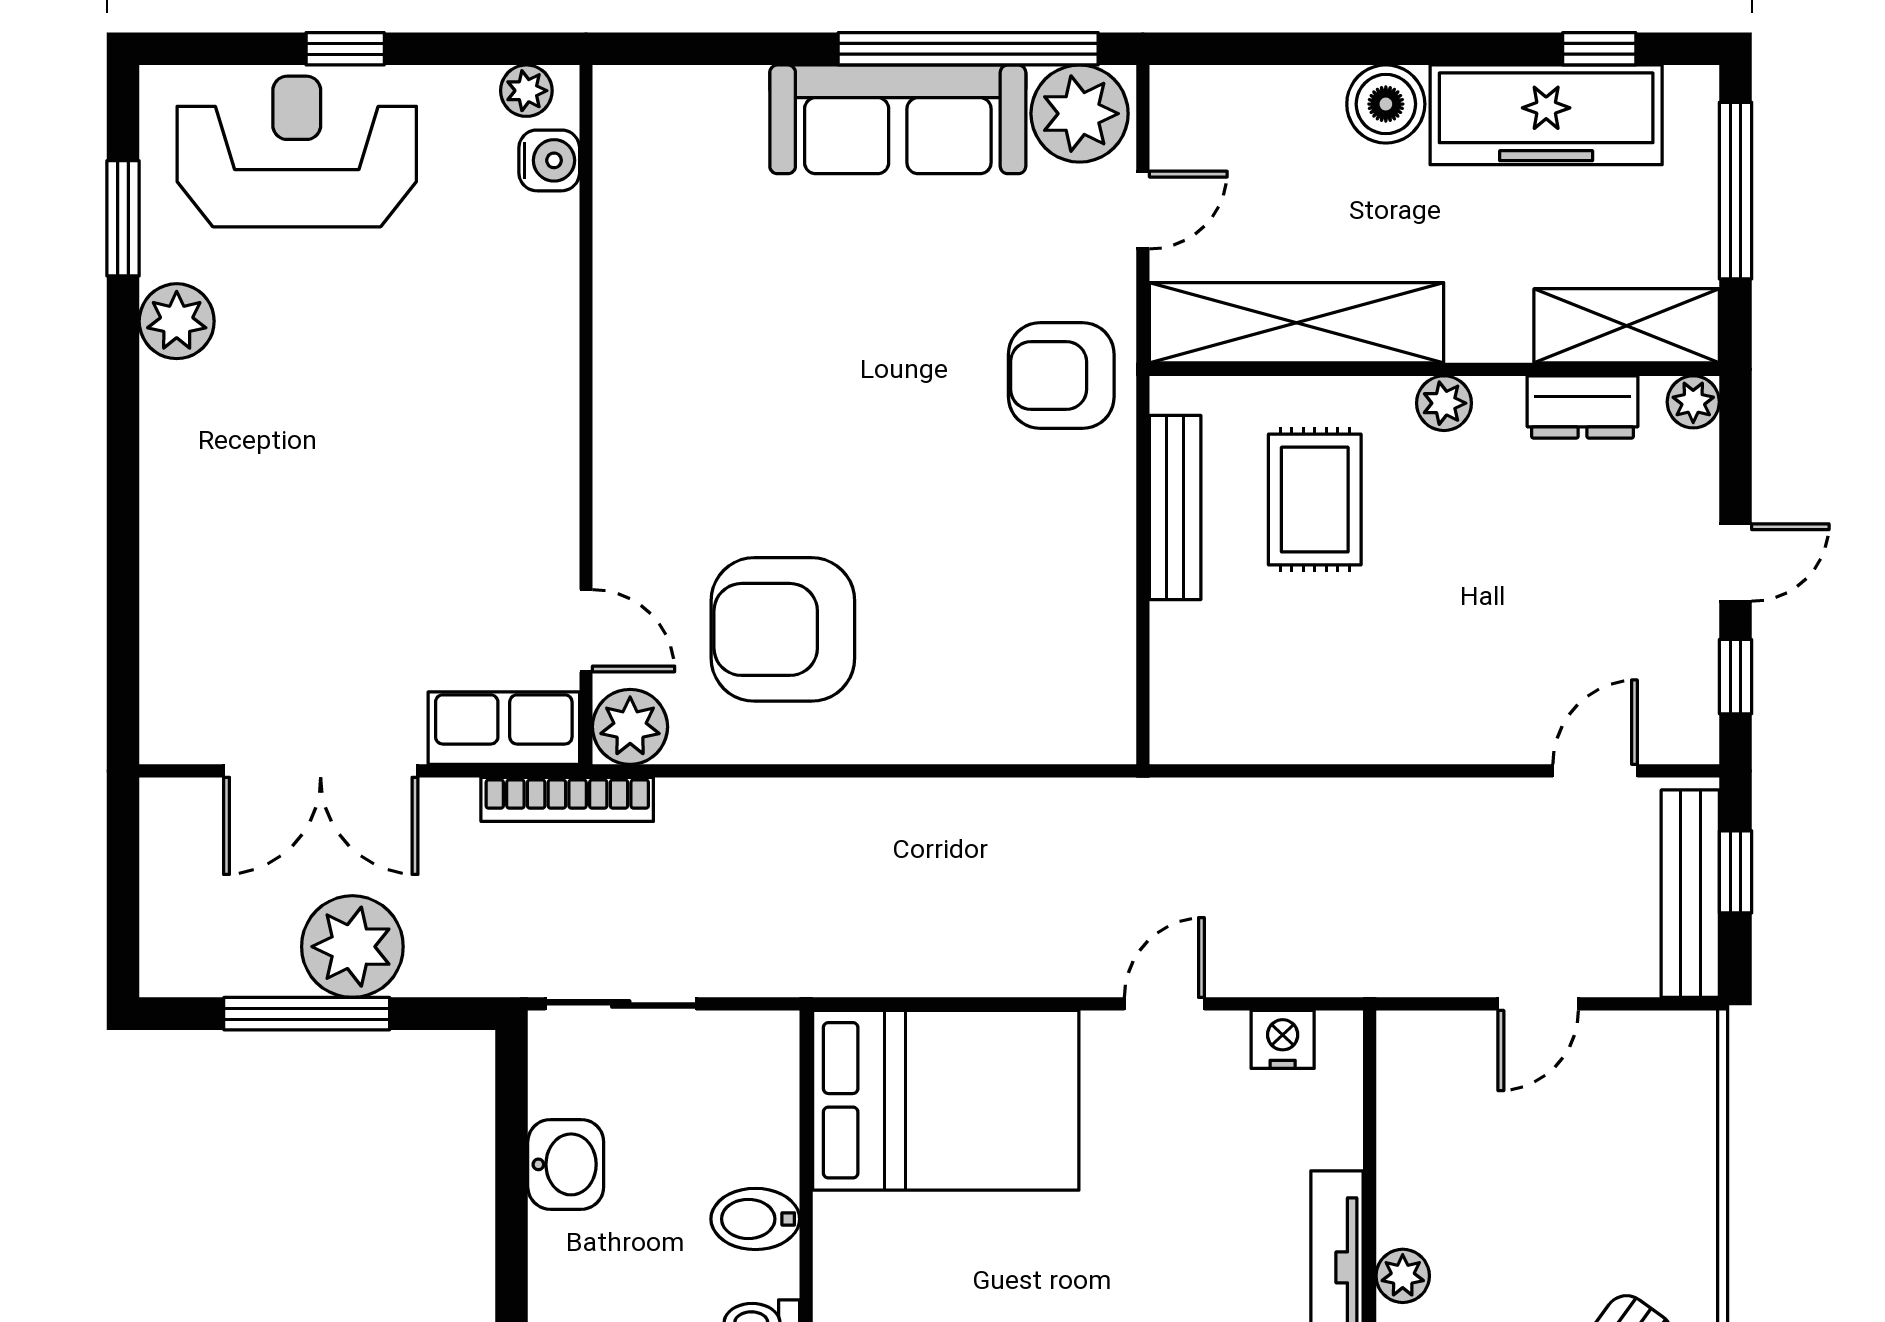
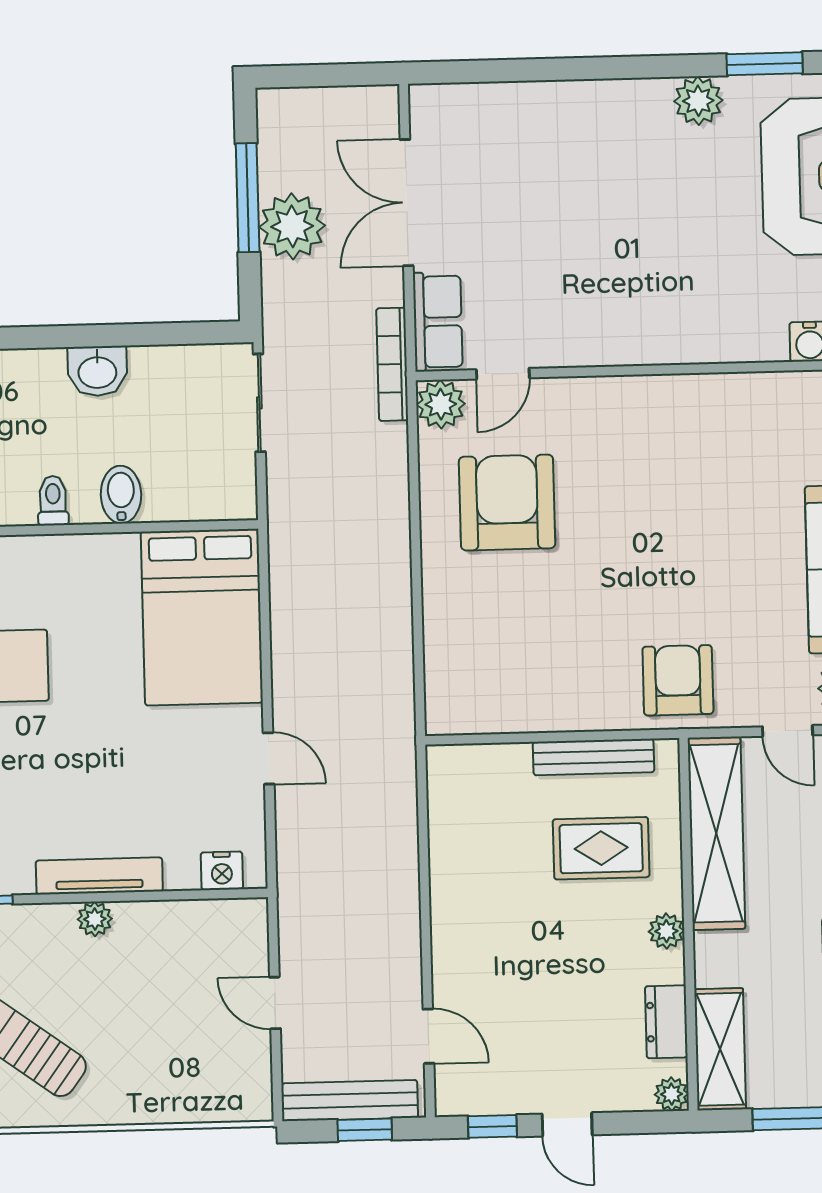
nightstand: (1283, 1039) -> (222, 871), moved, turned 90
washbasin: (566, 1164) -> (97, 371), moved

